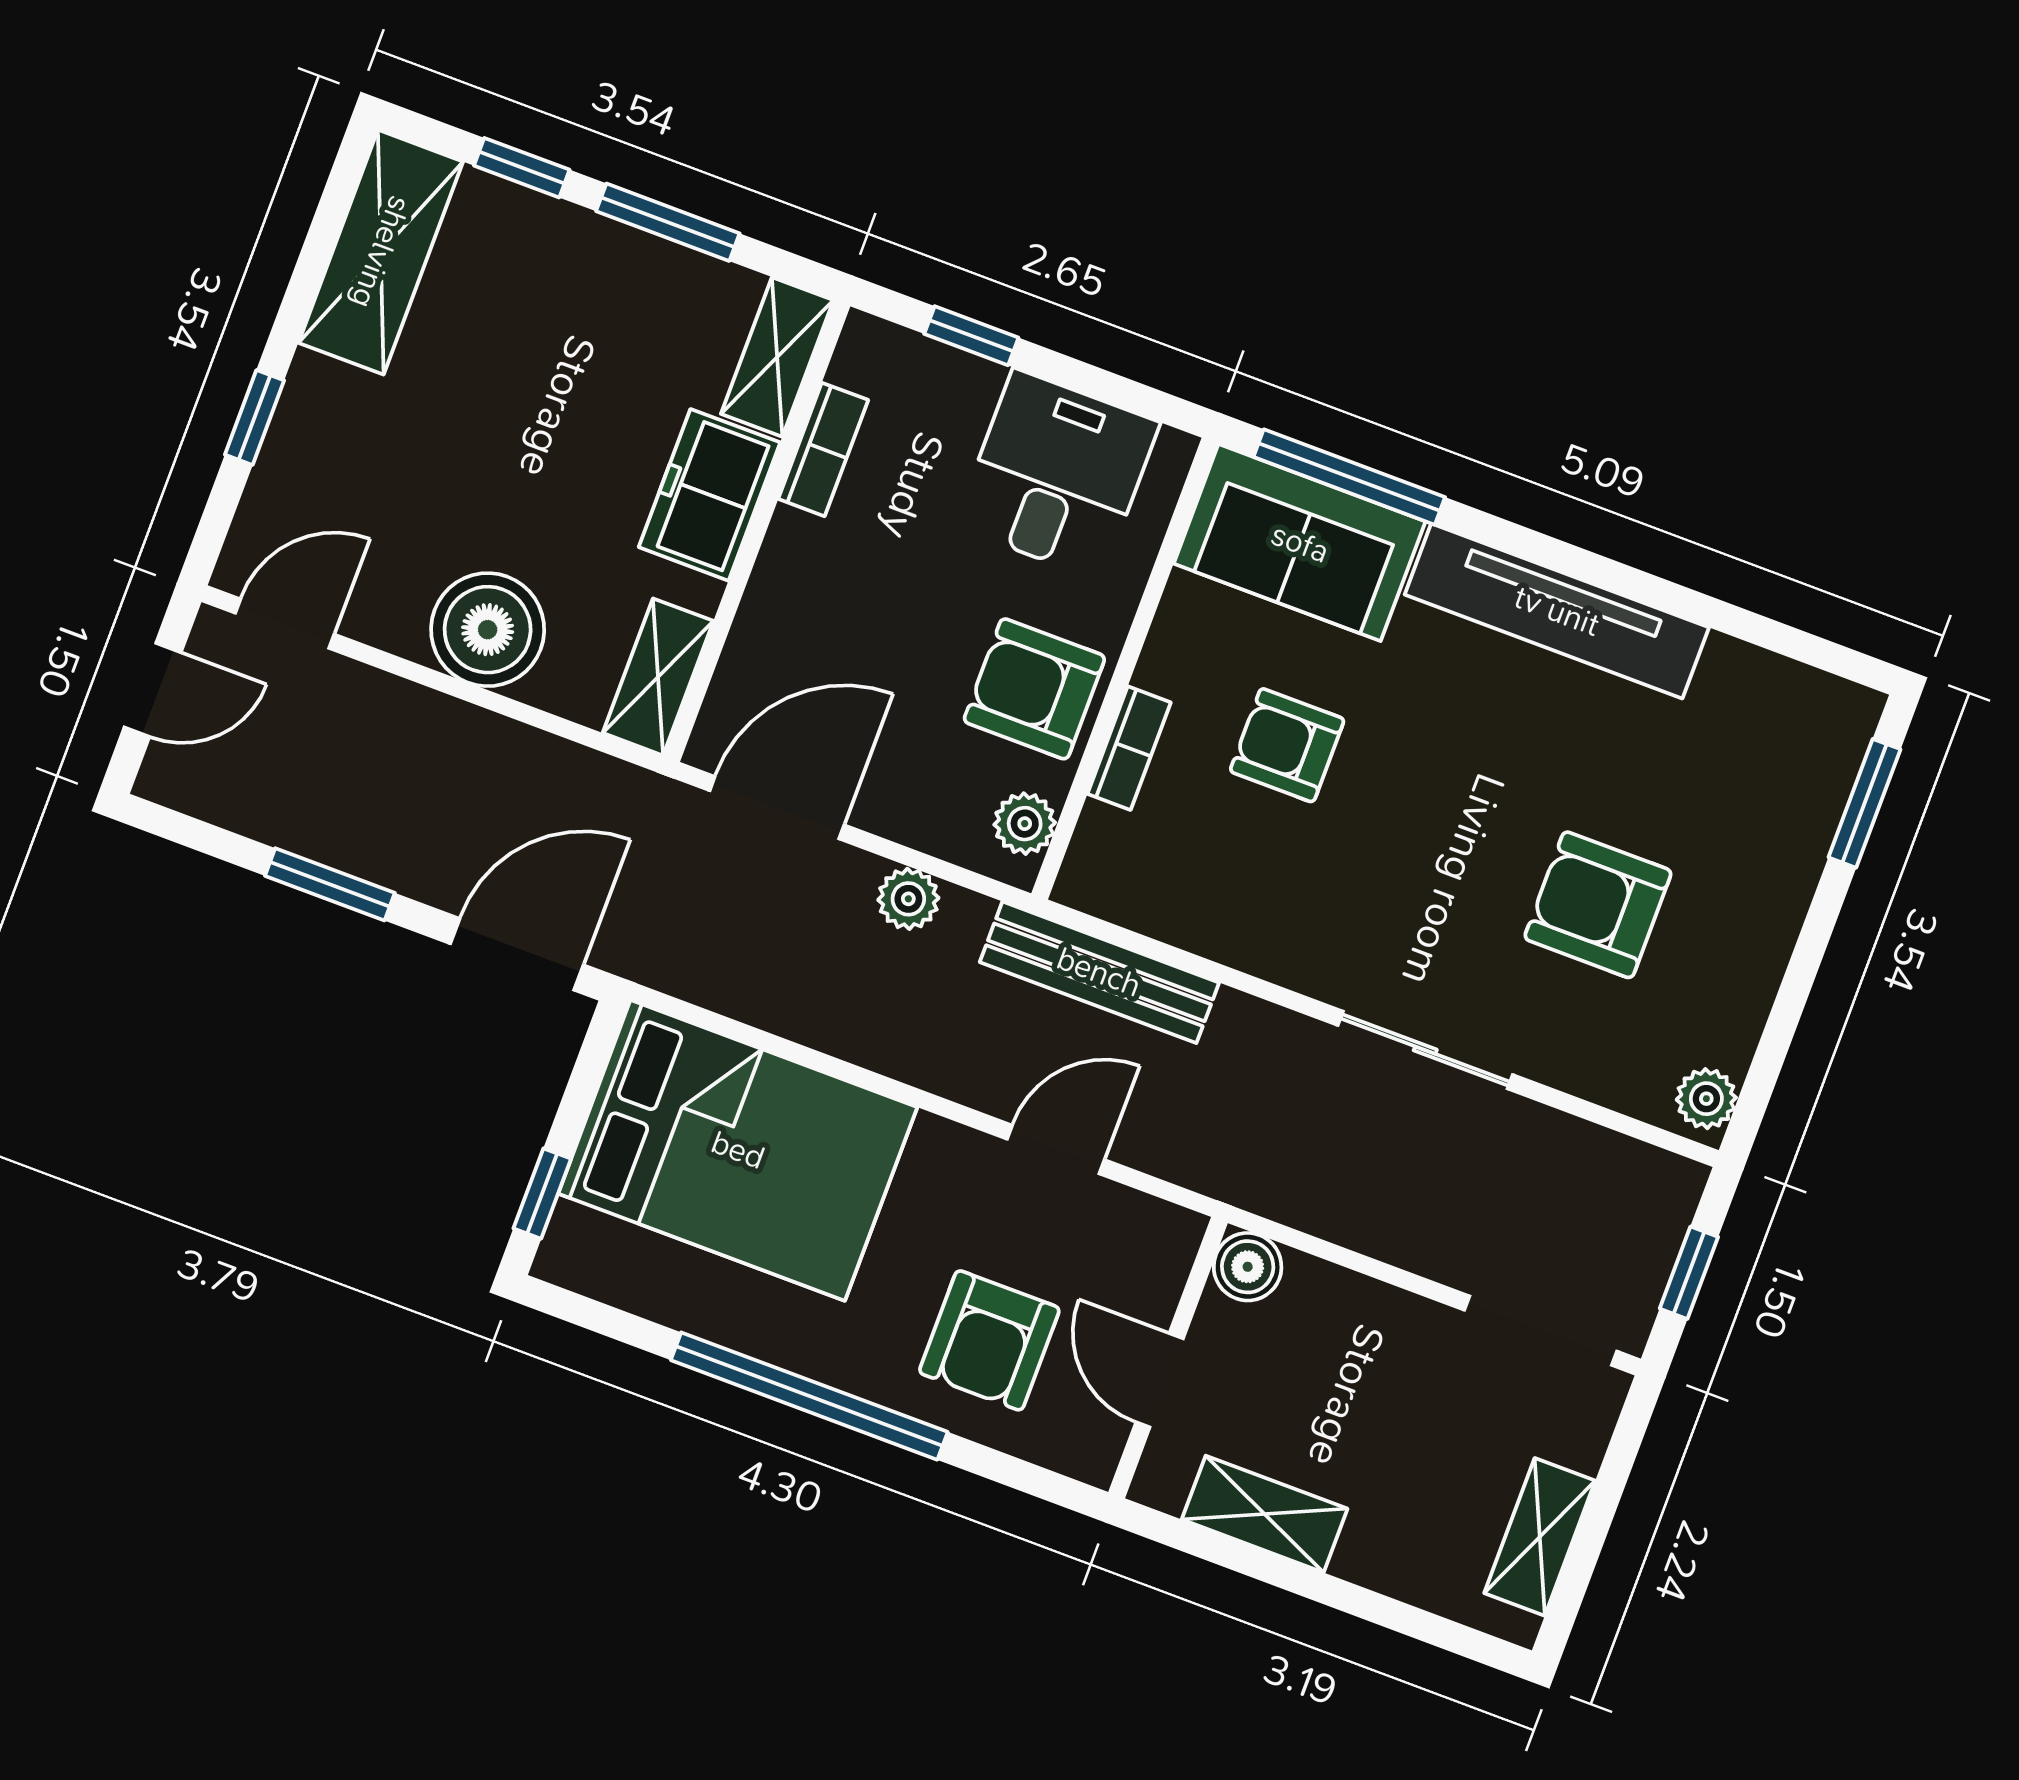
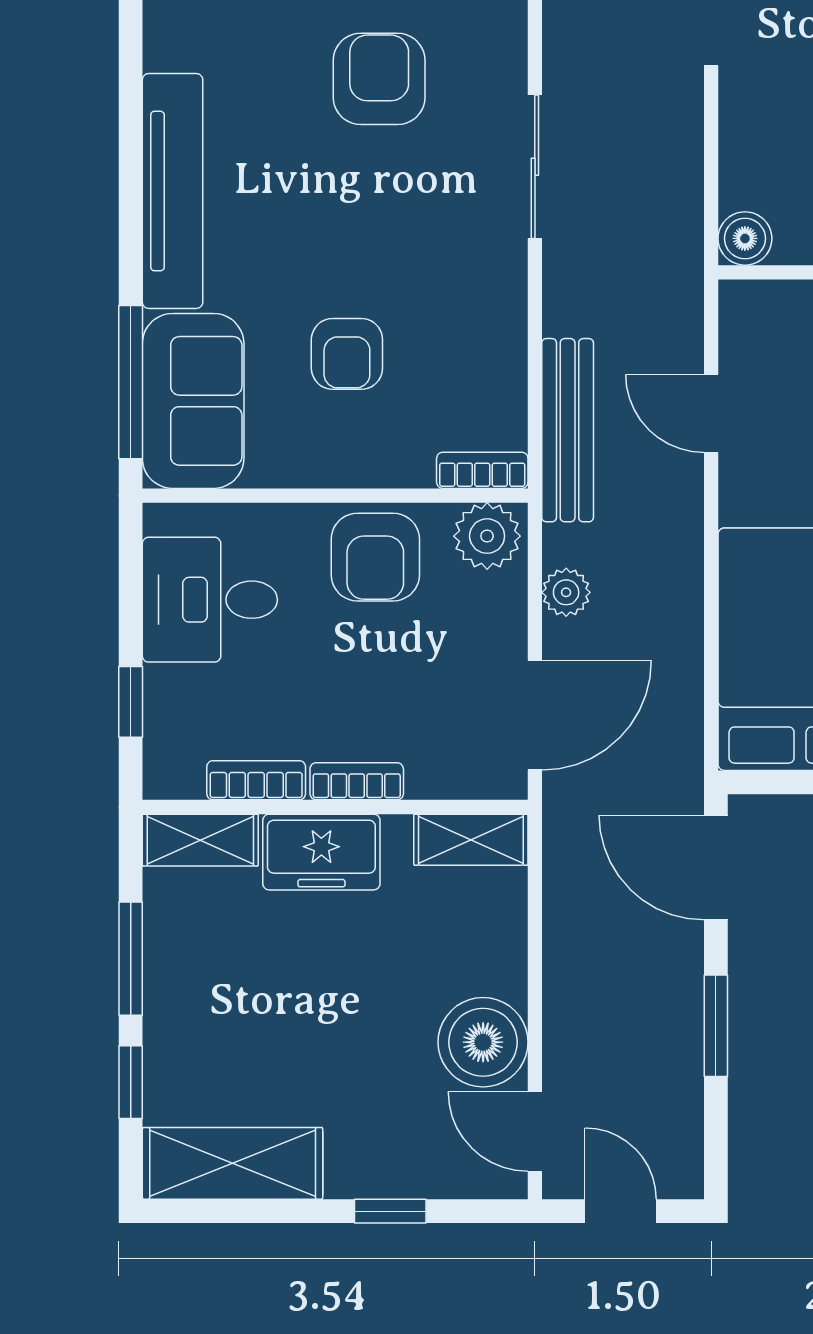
bookcase: (778, 568) -> (357, 781), added
boiler: (488, 630) -> (483, 1042), moved
bookcase: (1129, 748) -> (482, 470), moved
door: (777, 808) -> (535, 715), swing flipped
plant: (1025, 824) -> (487, 536), width x1.38, depth x1.38
armchair: (1598, 905) -> (379, 79), turned 180

